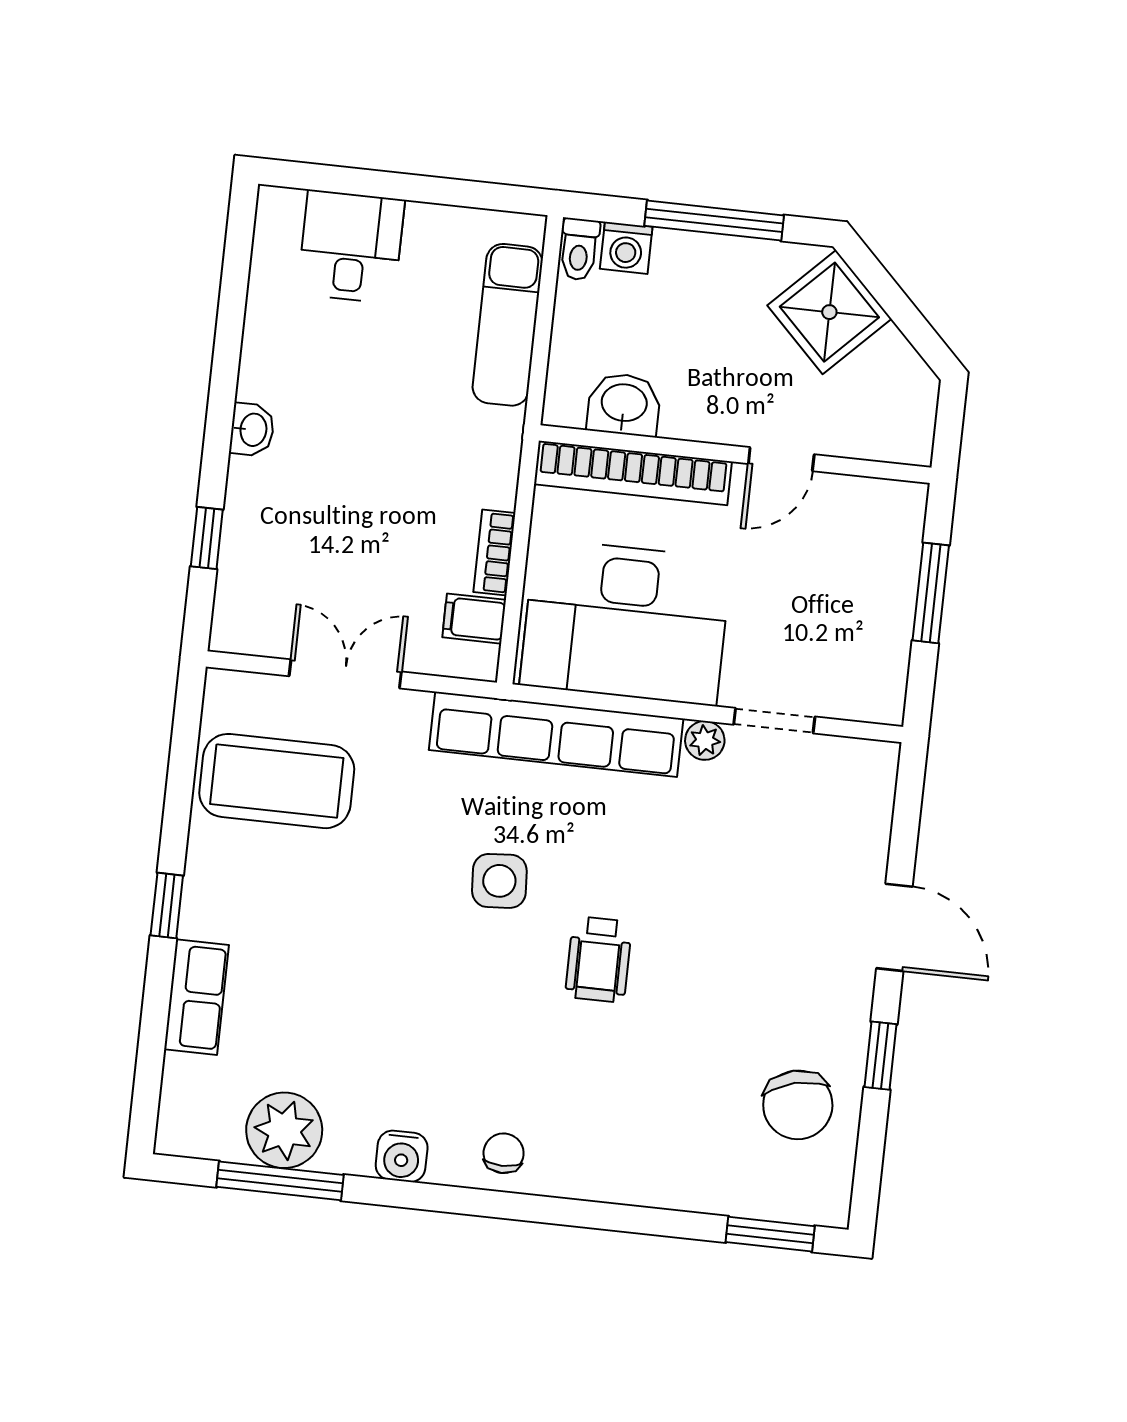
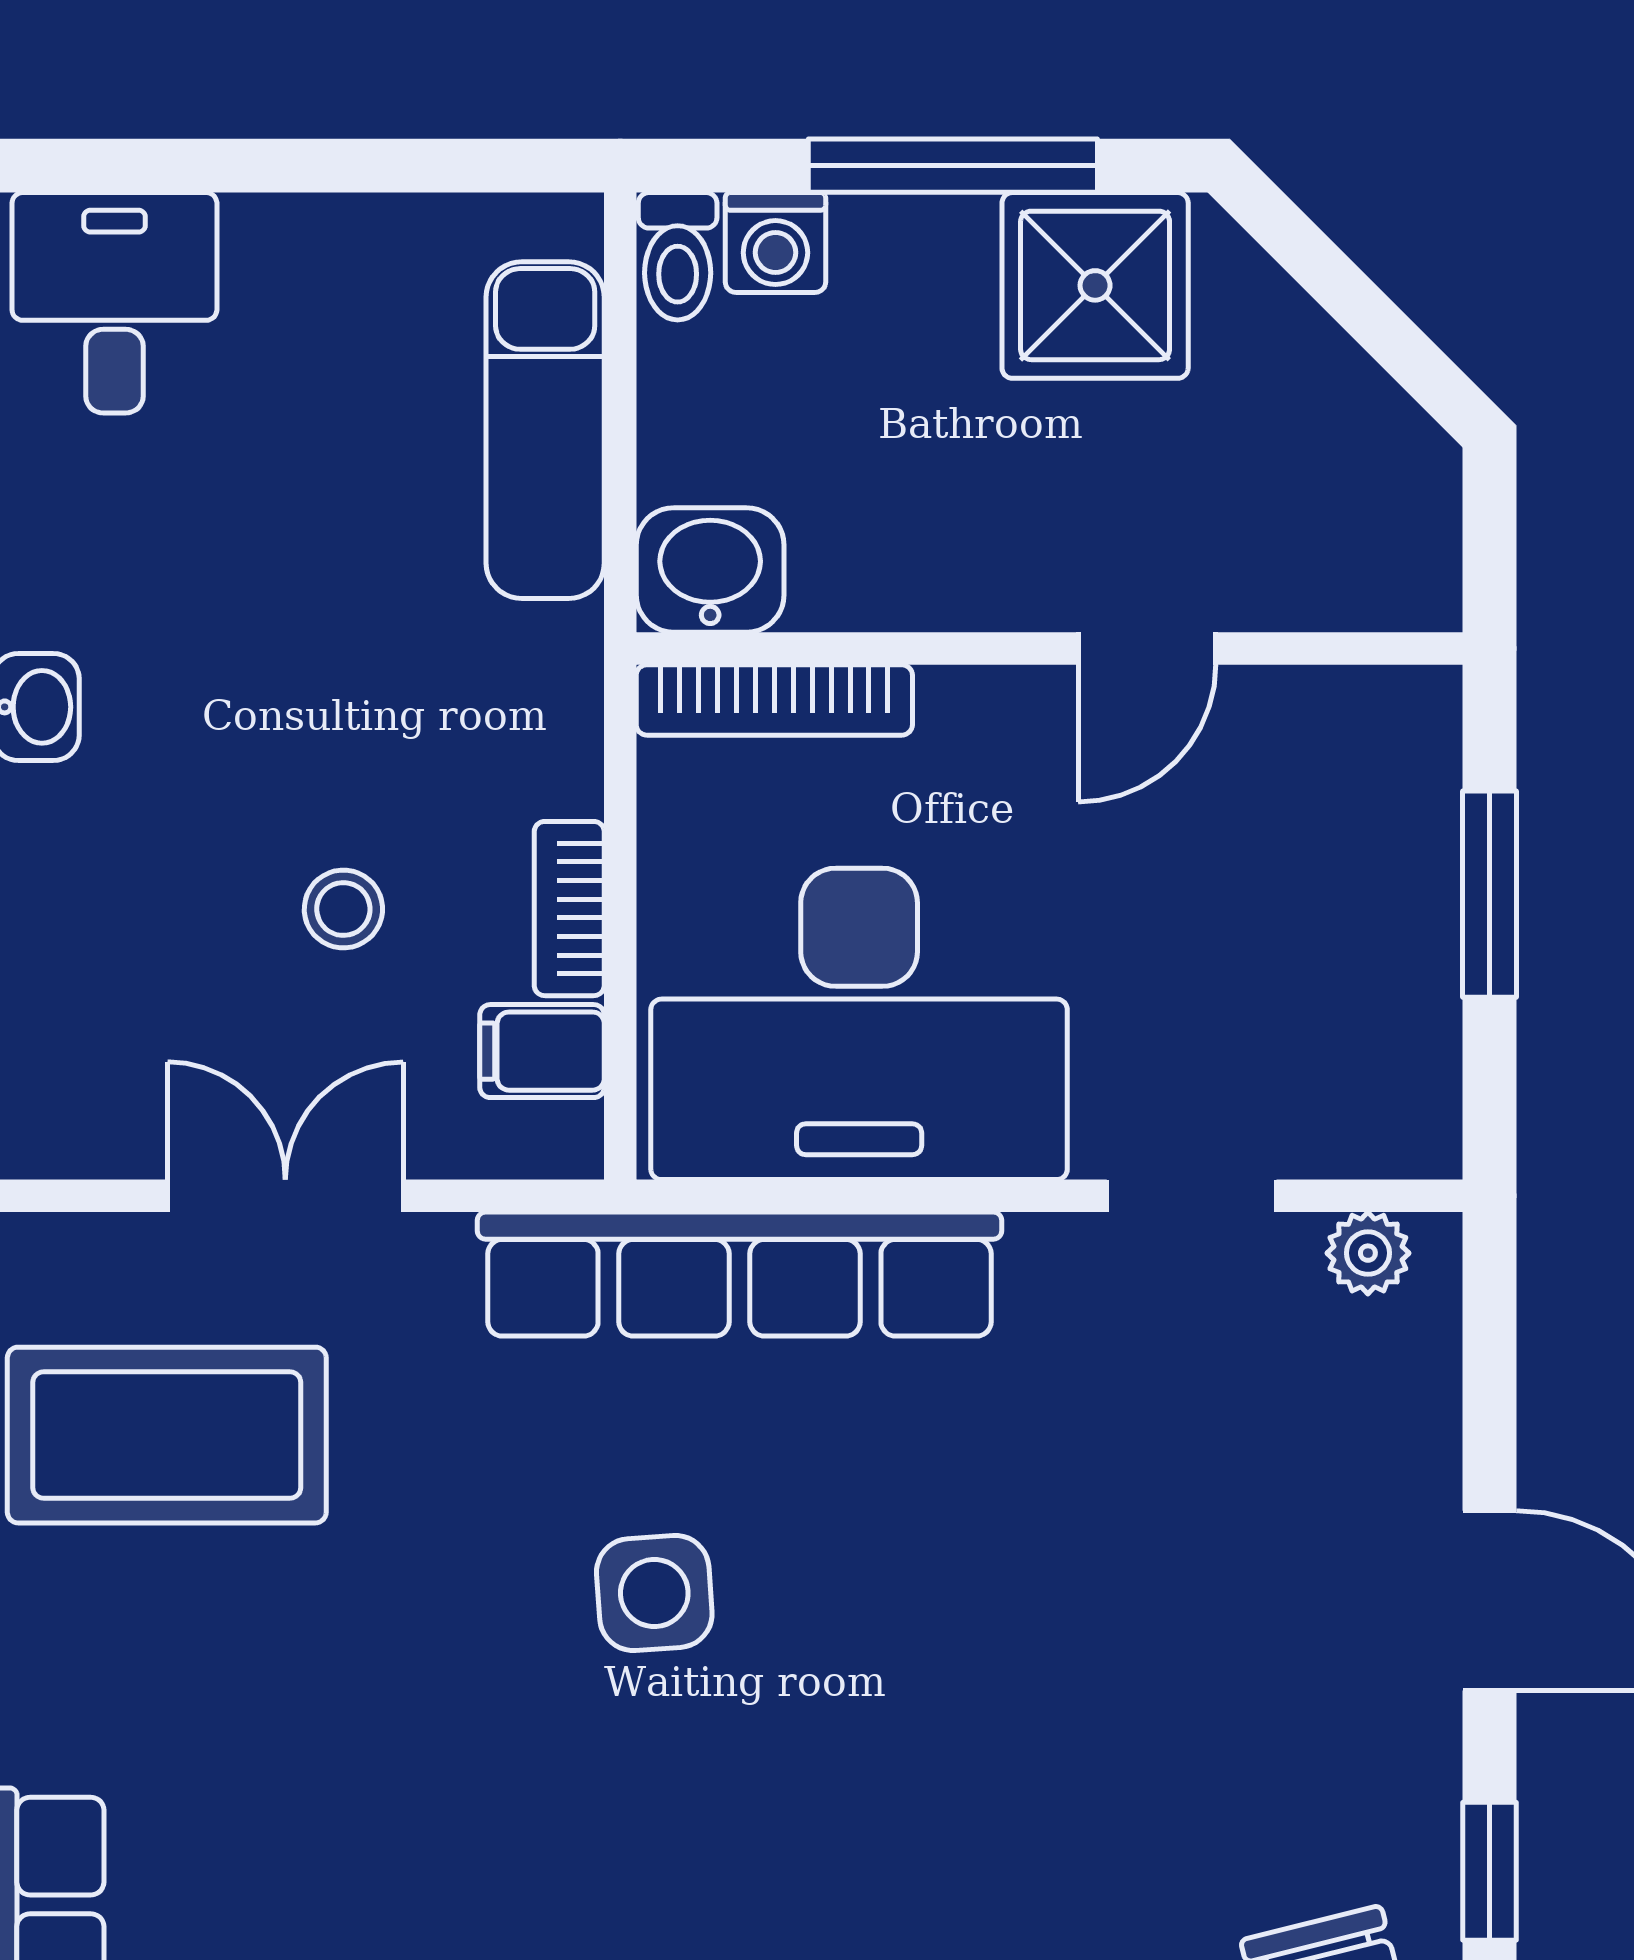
desk: (351, 247) -> (114, 303), moved
shower: (829, 312) -> (1095, 285), moved, turned 45
washbasin: (624, 404) -> (710, 570), moved
bookcase: (633, 473) -> (774, 700), width x0.68, depth x0.76
stool: (387, 541) -> (343, 909), added
plant: (705, 740) -> (1368, 1253), moved
wheelchair: (599, 959) -> (879, 1734), removed

